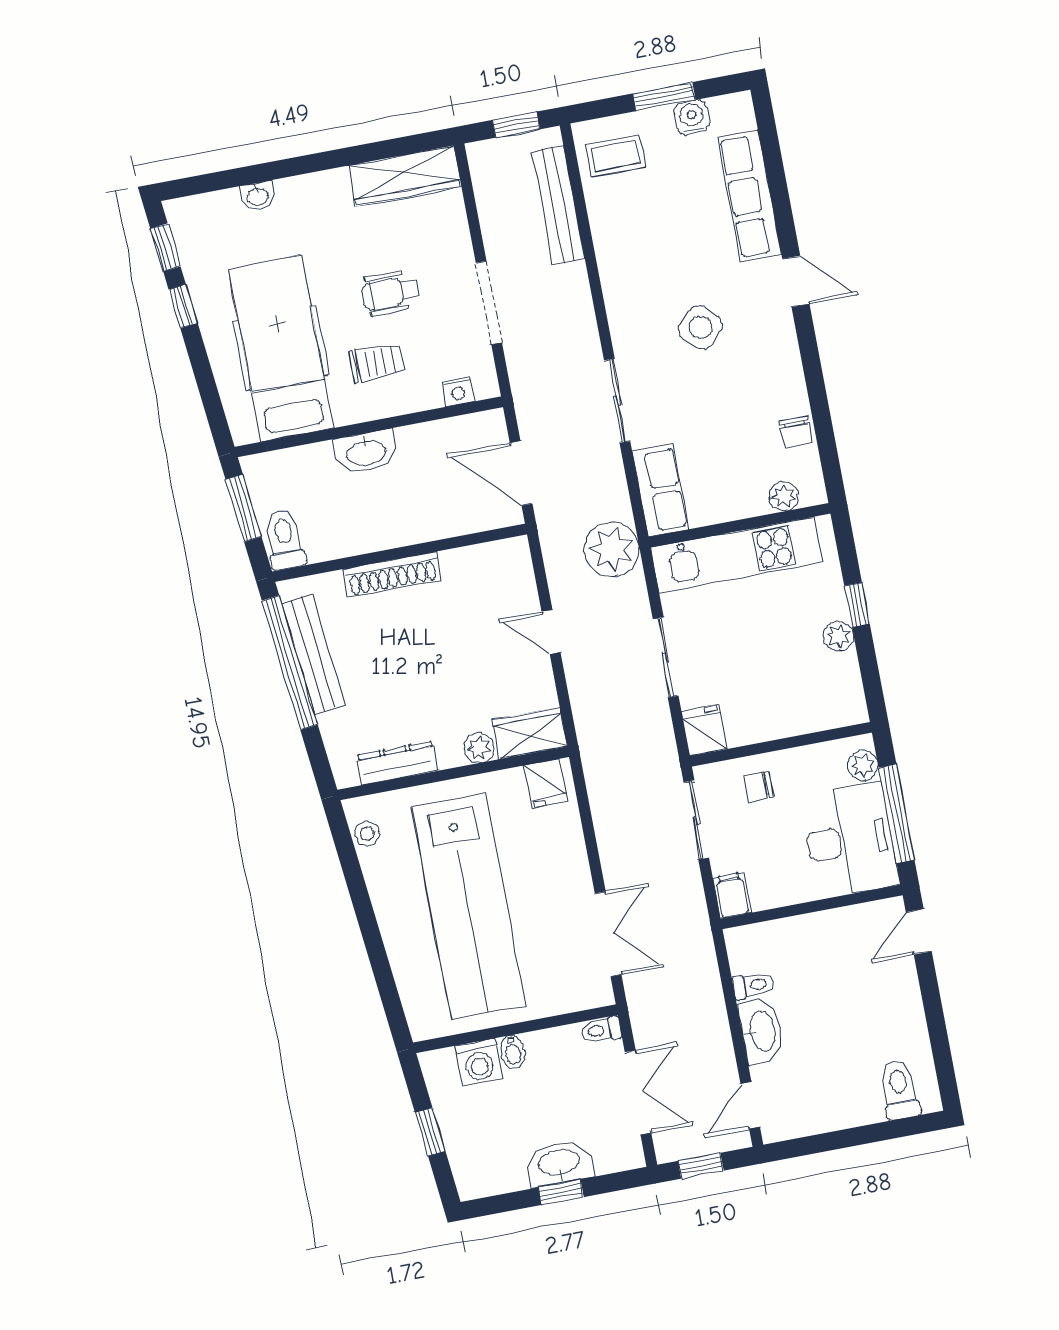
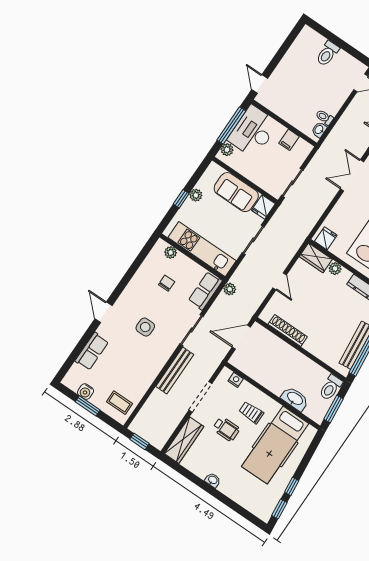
wardrobe: (405, 176) -> (184, 440), moved, turned 90
washbasin: (258, 196) -> (213, 480), moved
row of seats: (750, 196) -> (92, 351), width x0.68
bench: (558, 205) -> (175, 371), moved
side table: (700, 327) -> (145, 327), turned 45
chair: (796, 432) -> (167, 283), moved
washbasin: (366, 452) -> (295, 399), moved
door: (521, 473) -> (241, 337), swing flipped
plant: (612, 550) -> (230, 289), width x0.53, depth x0.53
shoe rack: (392, 575) -> (288, 330), moved
sofa: (775, 709) -> (236, 192), added
chair: (758, 787) -> (264, 174), removed
filing cabinet: (732, 895) -> (289, 140), moved
door: (919, 932) -> (260, 84), swing flipped
washbasin: (761, 1031) -> (319, 130), moved, width x0.52, depth x0.69
toilet: (899, 1090) -> (327, 54), moved

